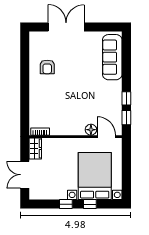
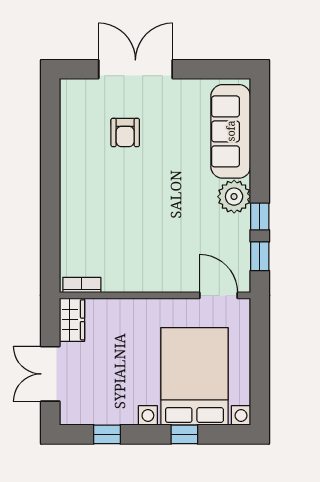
armchair: (47, 67) -> (125, 133), moved
plant: (114, 89) -> (234, 197), added
floor lamp: (91, 130) -> (187, 281), removed
window: (66, 204) -> (107, 434), moved

